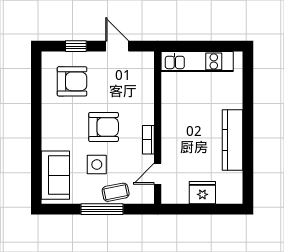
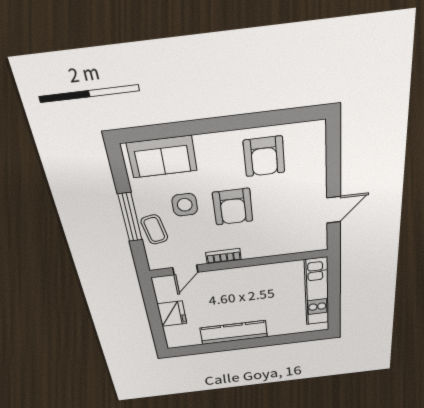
window: (76, 46) -> (333, 162), removed
armchair: (72, 81) -> (264, 156), moved
door: (158, 174) -> (185, 270), swing flipped

